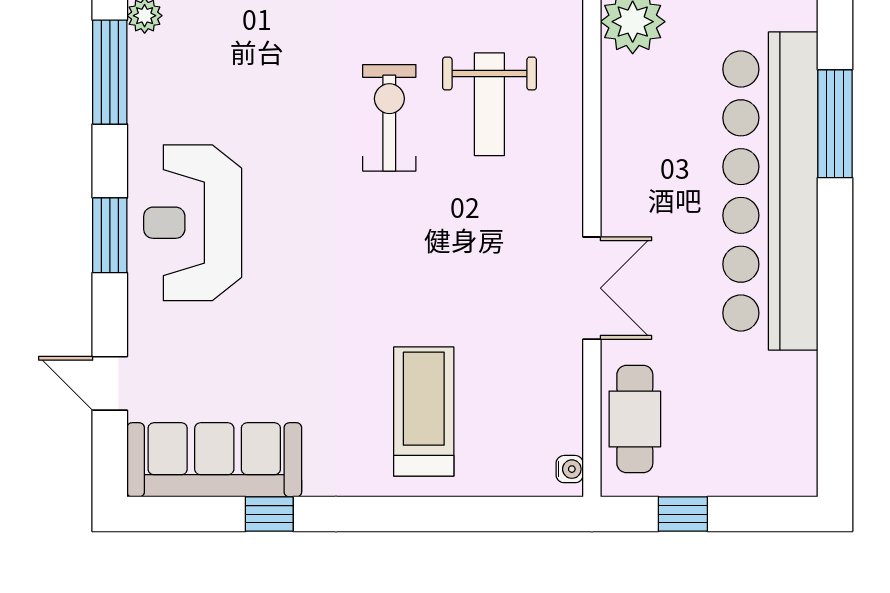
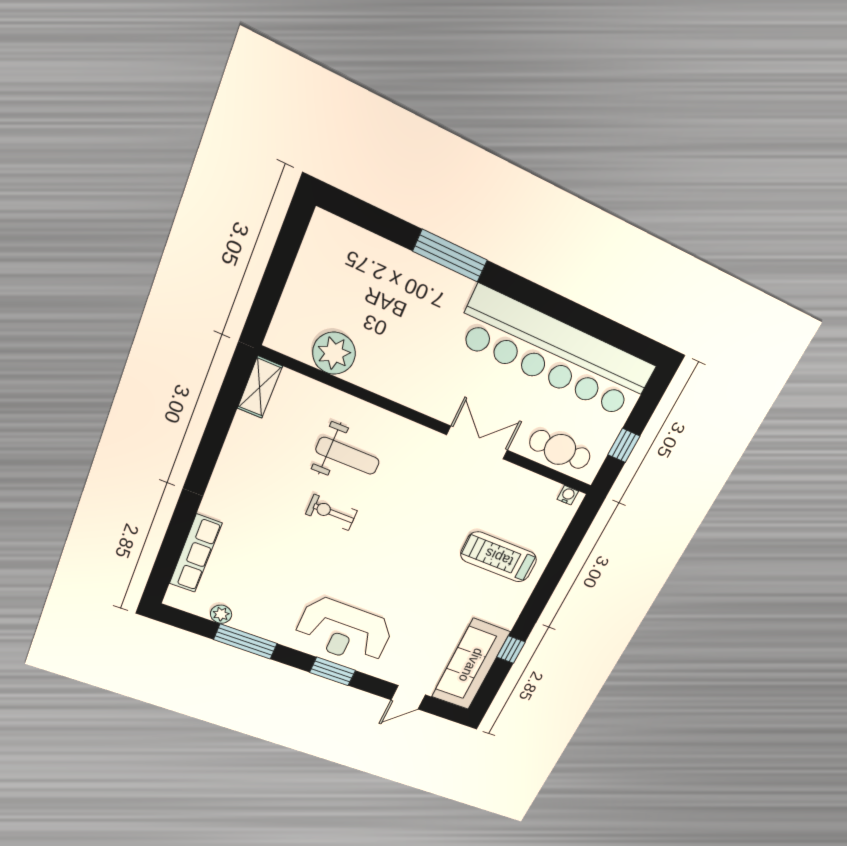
exercise bike: (389, 118) -> (331, 512), width x0.73, depth x0.72
bar counter: (770, 191) -> (555, 354), moved

